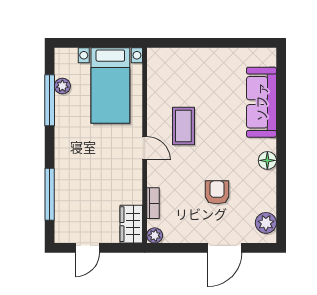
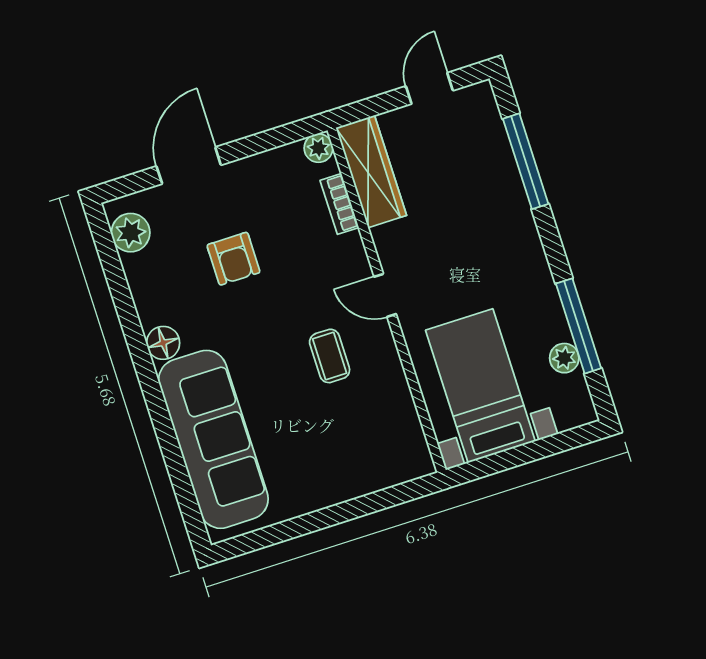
sofa: (261, 102) -> (213, 439), width x1.36, depth x1.27
coffee table: (183, 126) -> (330, 356), width x0.73, depth x0.77
wardrobe: (131, 224) -> (371, 172), width x1.50

